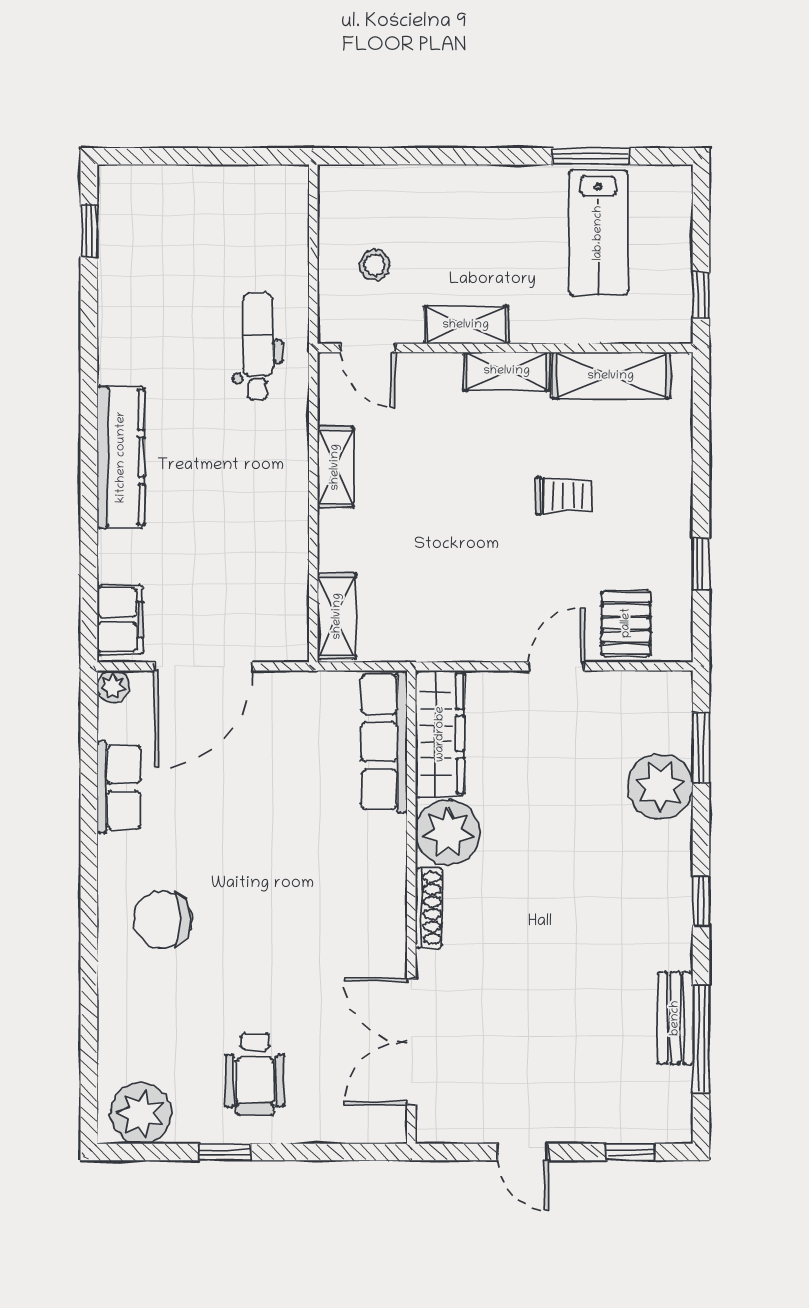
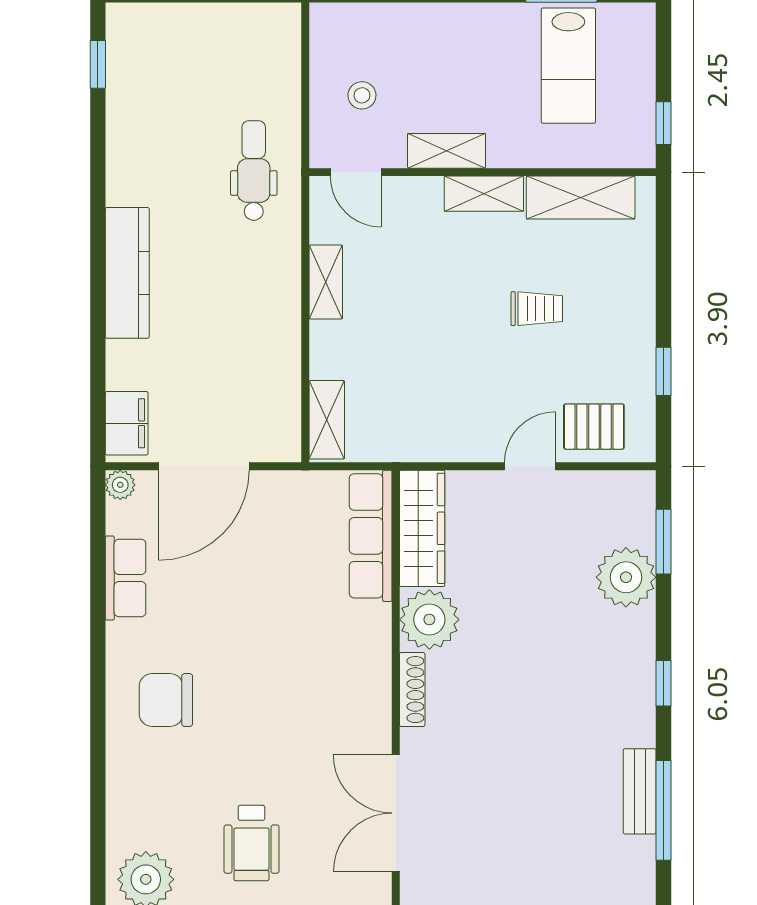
pallet: (626, 623) -> (594, 427), turned 90

